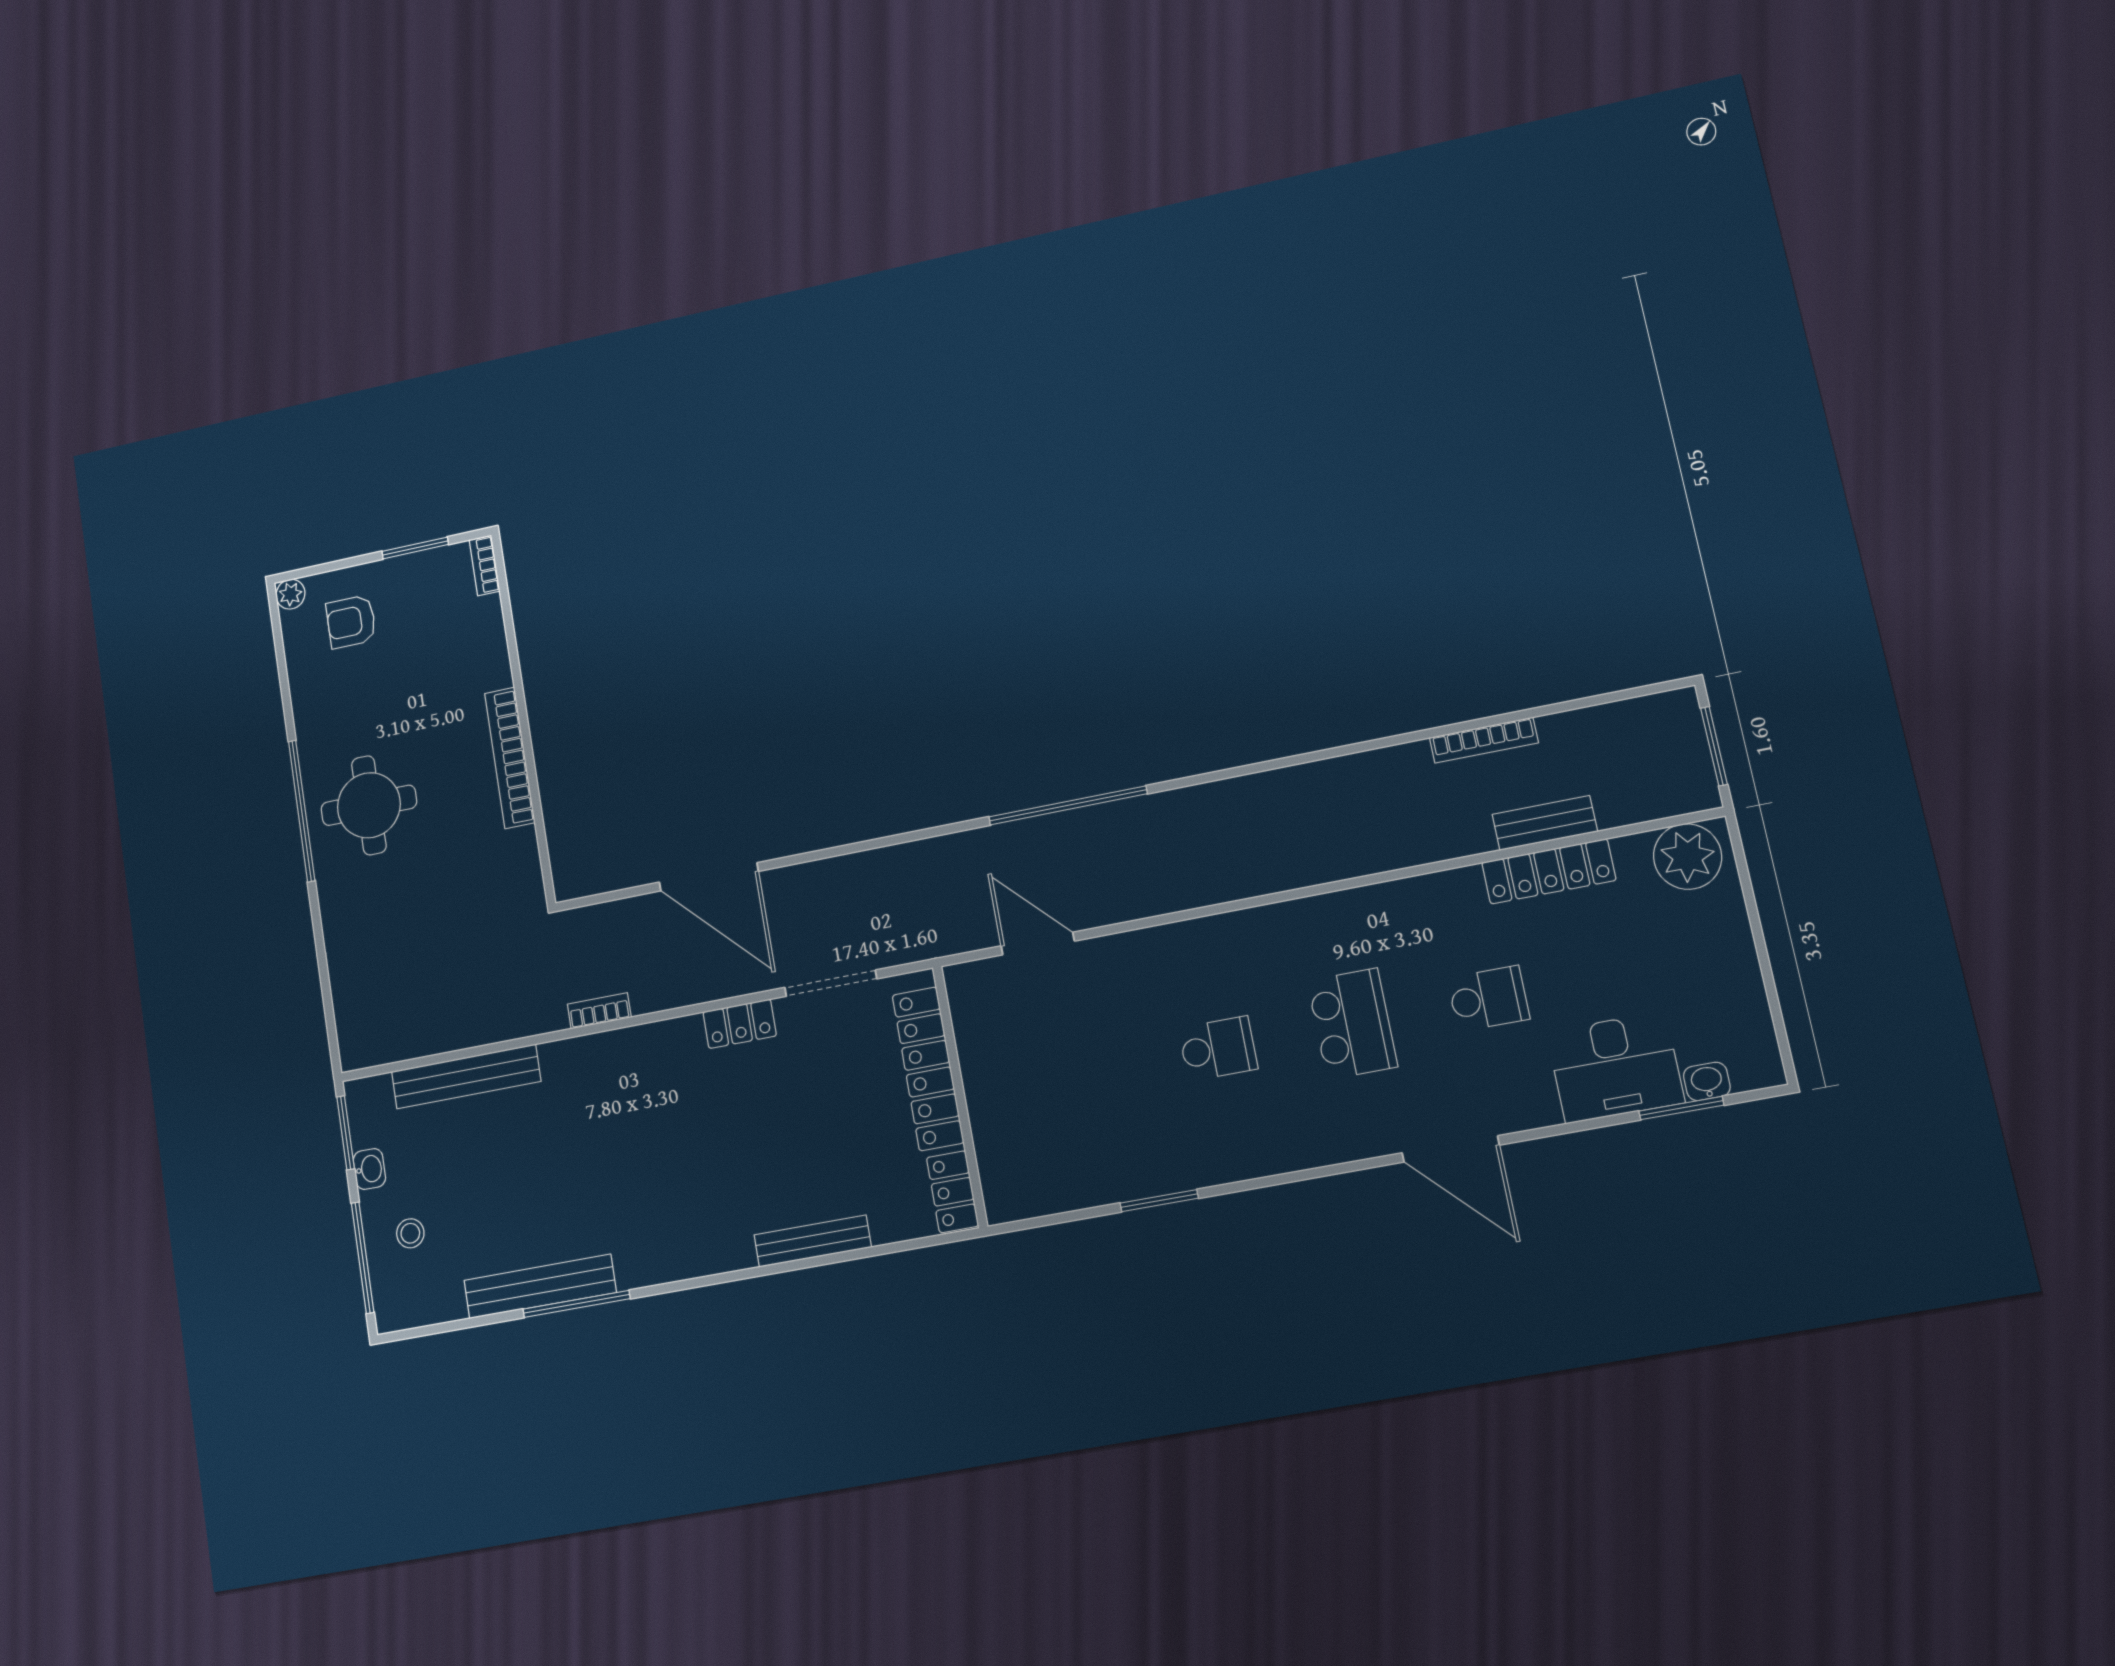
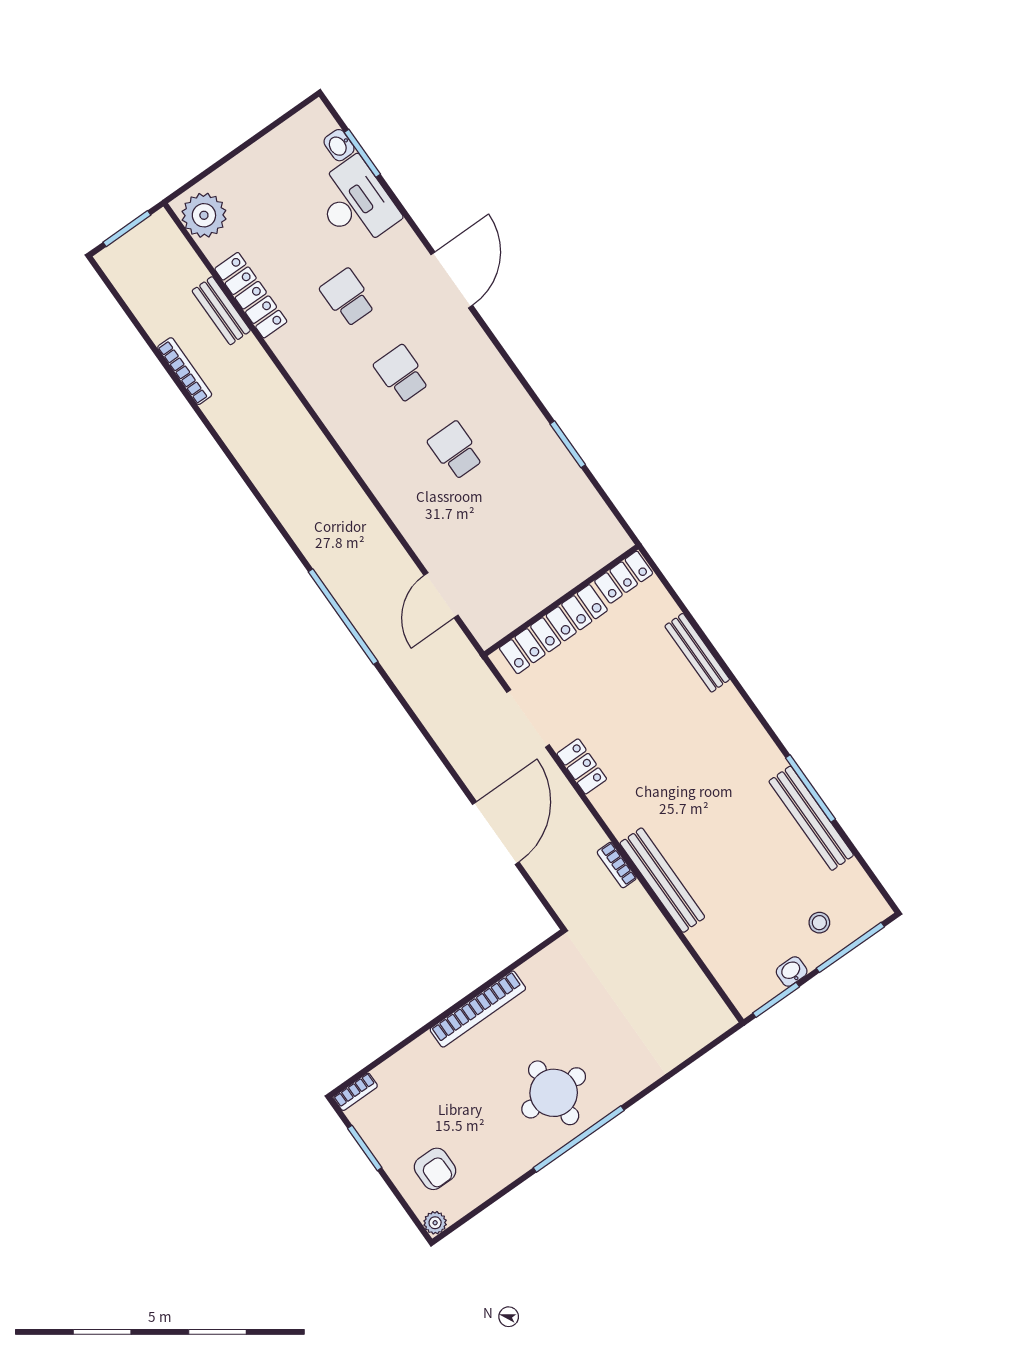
school desk: (1352, 1024) -> (402, 374), width x0.54
bench: (466, 1076) -> (662, 880), moved

